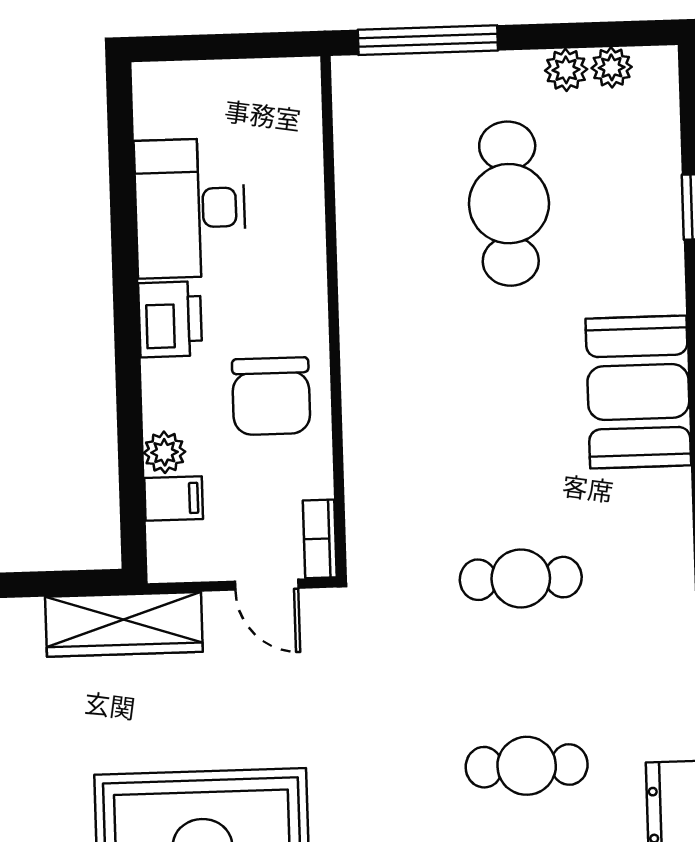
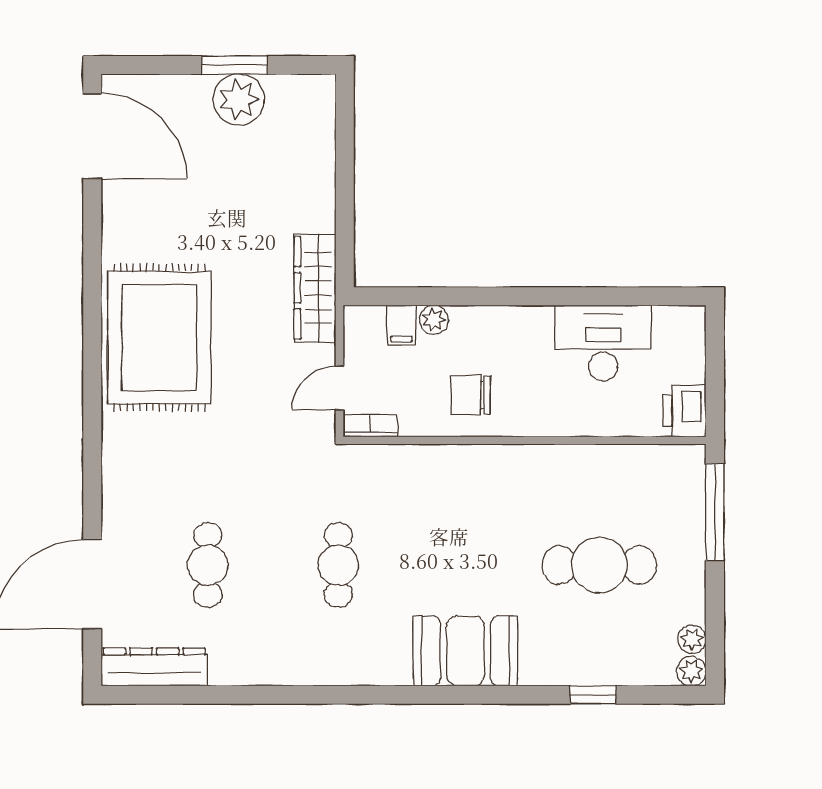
plant: (566, 70) -> (691, 671), moved
printer: (170, 319) -> (685, 411), moved, turned 90
chair: (271, 396) -> (471, 395), width x0.73, depth x0.73

